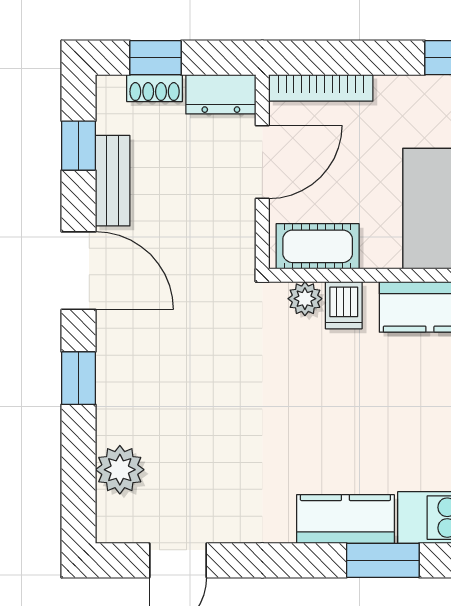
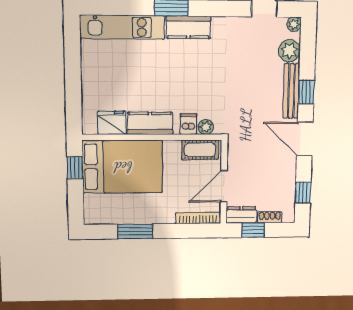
window: (155, 58) -> (253, 230), moved
bench: (113, 181) -> (291, 91), moved, width x1.36
plant: (111, 528) -> (294, 24), added

